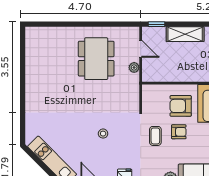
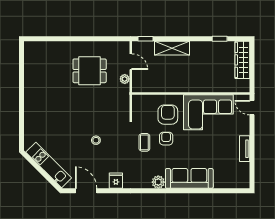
dining table: (96, 59) -> (90, 71), width x0.73
armchair: (181, 106) -> (168, 115), turned 90
armchair: (179, 132) -> (166, 139), turned -90

